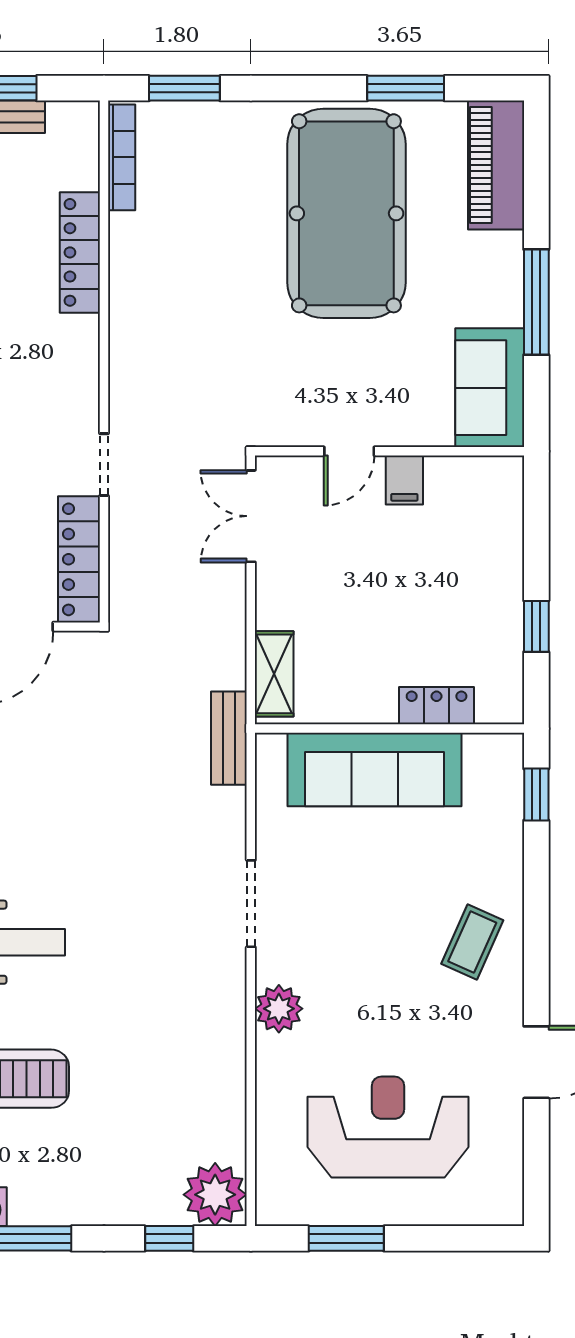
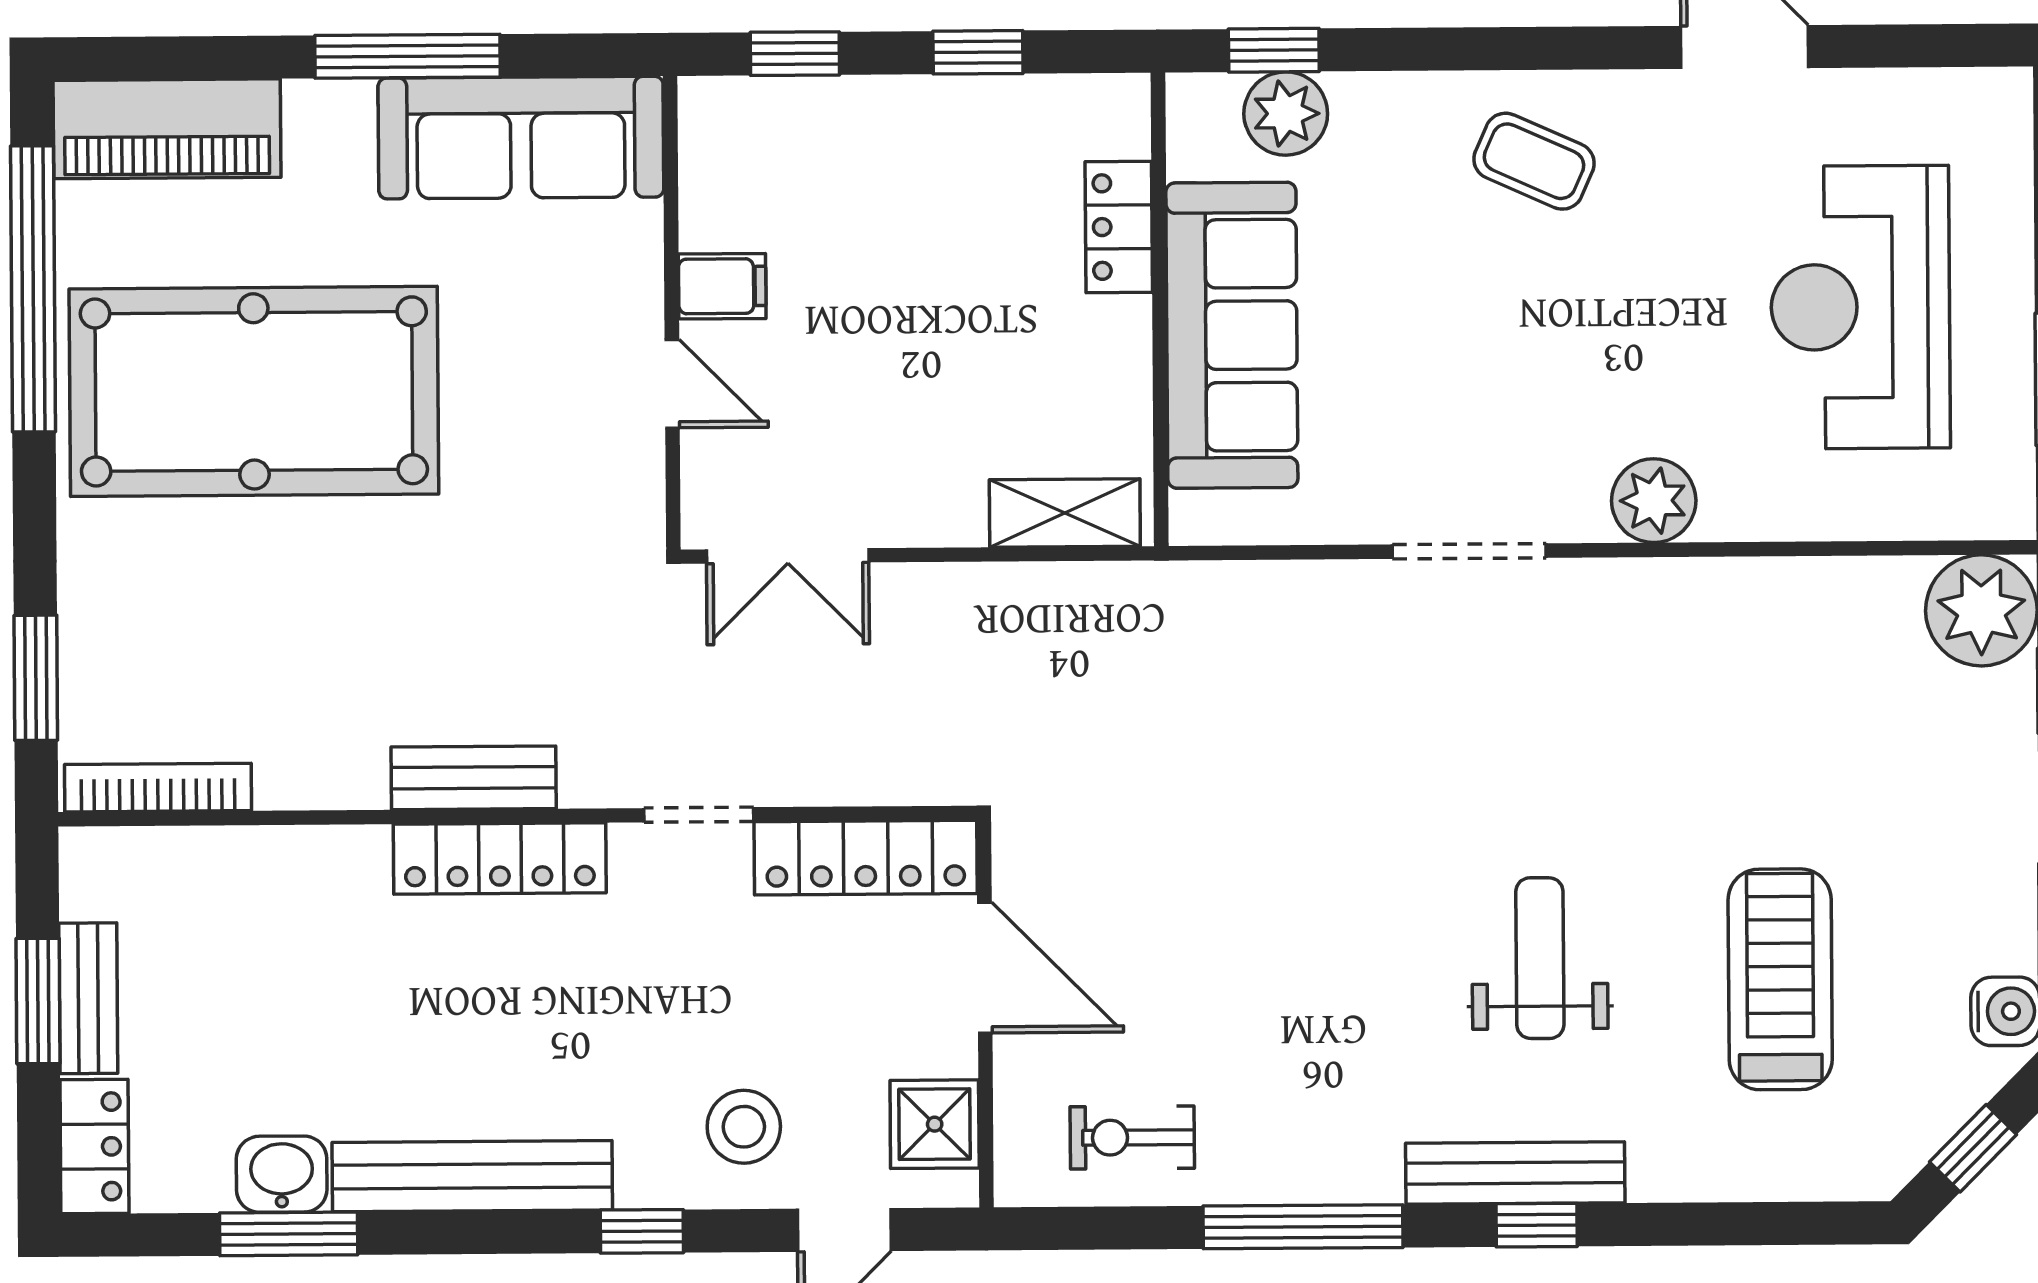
window: (406, 88) -> (33, 289), width x2.11
locker: (80, 252) -> (500, 859), moved
sofa: (490, 388) -> (521, 138), width x1.36
window: (536, 522) -> (795, 54), added
bench: (229, 738) -> (474, 778), moved
plant: (500, 801) -> (1286, 113), added

